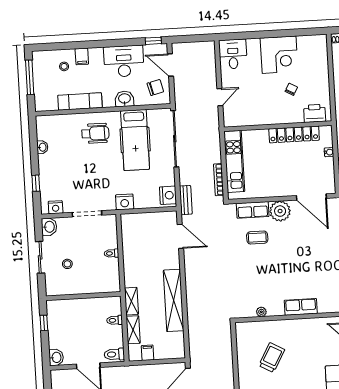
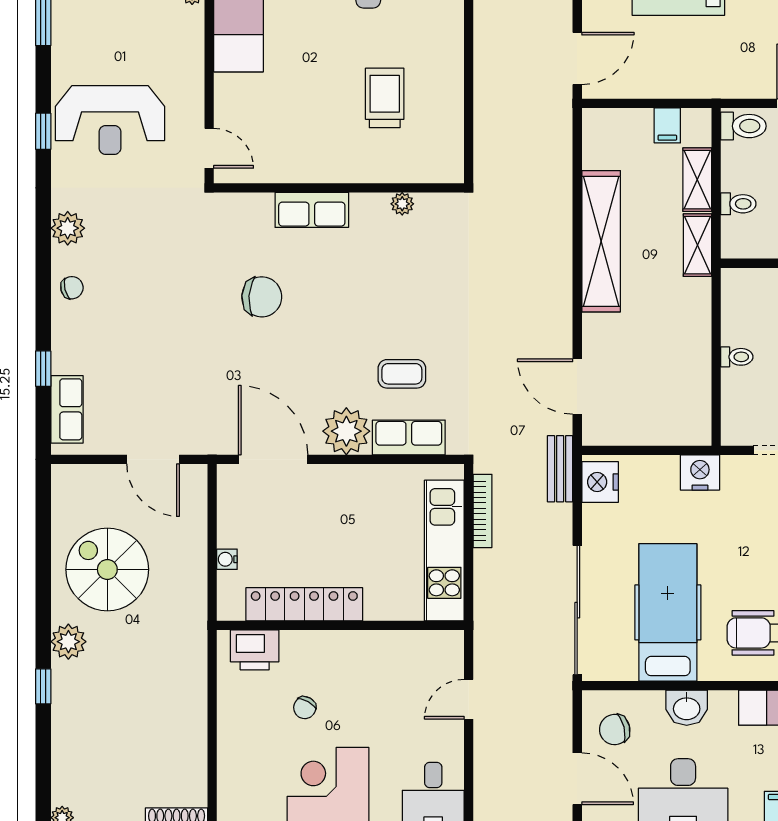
chair: (320, 268) -> (262, 297), added
trolley: (272, 358) -> (385, 98), turned 151

